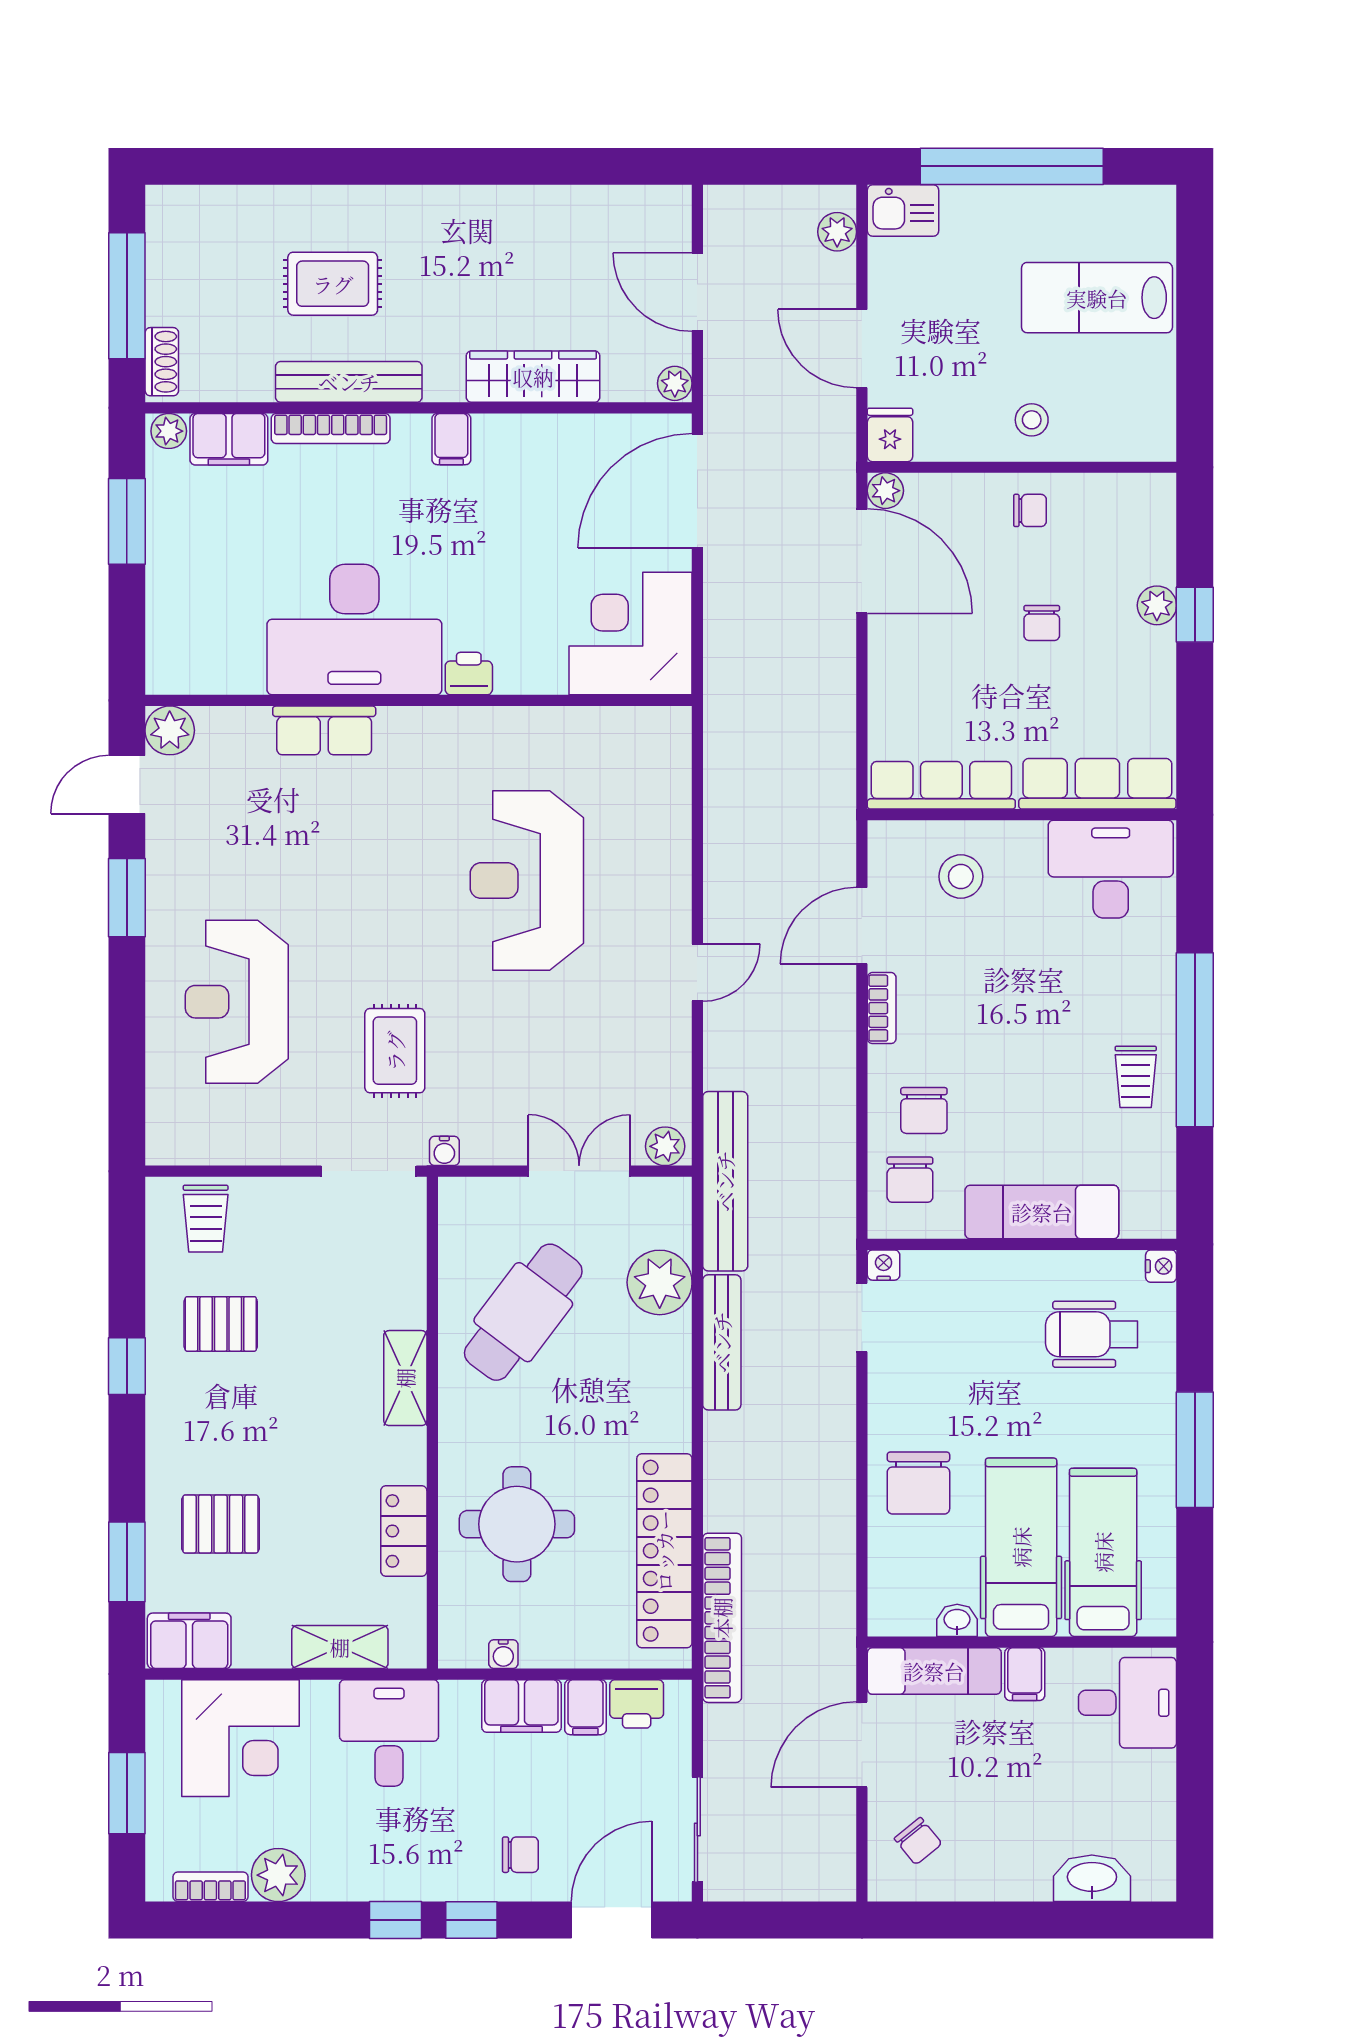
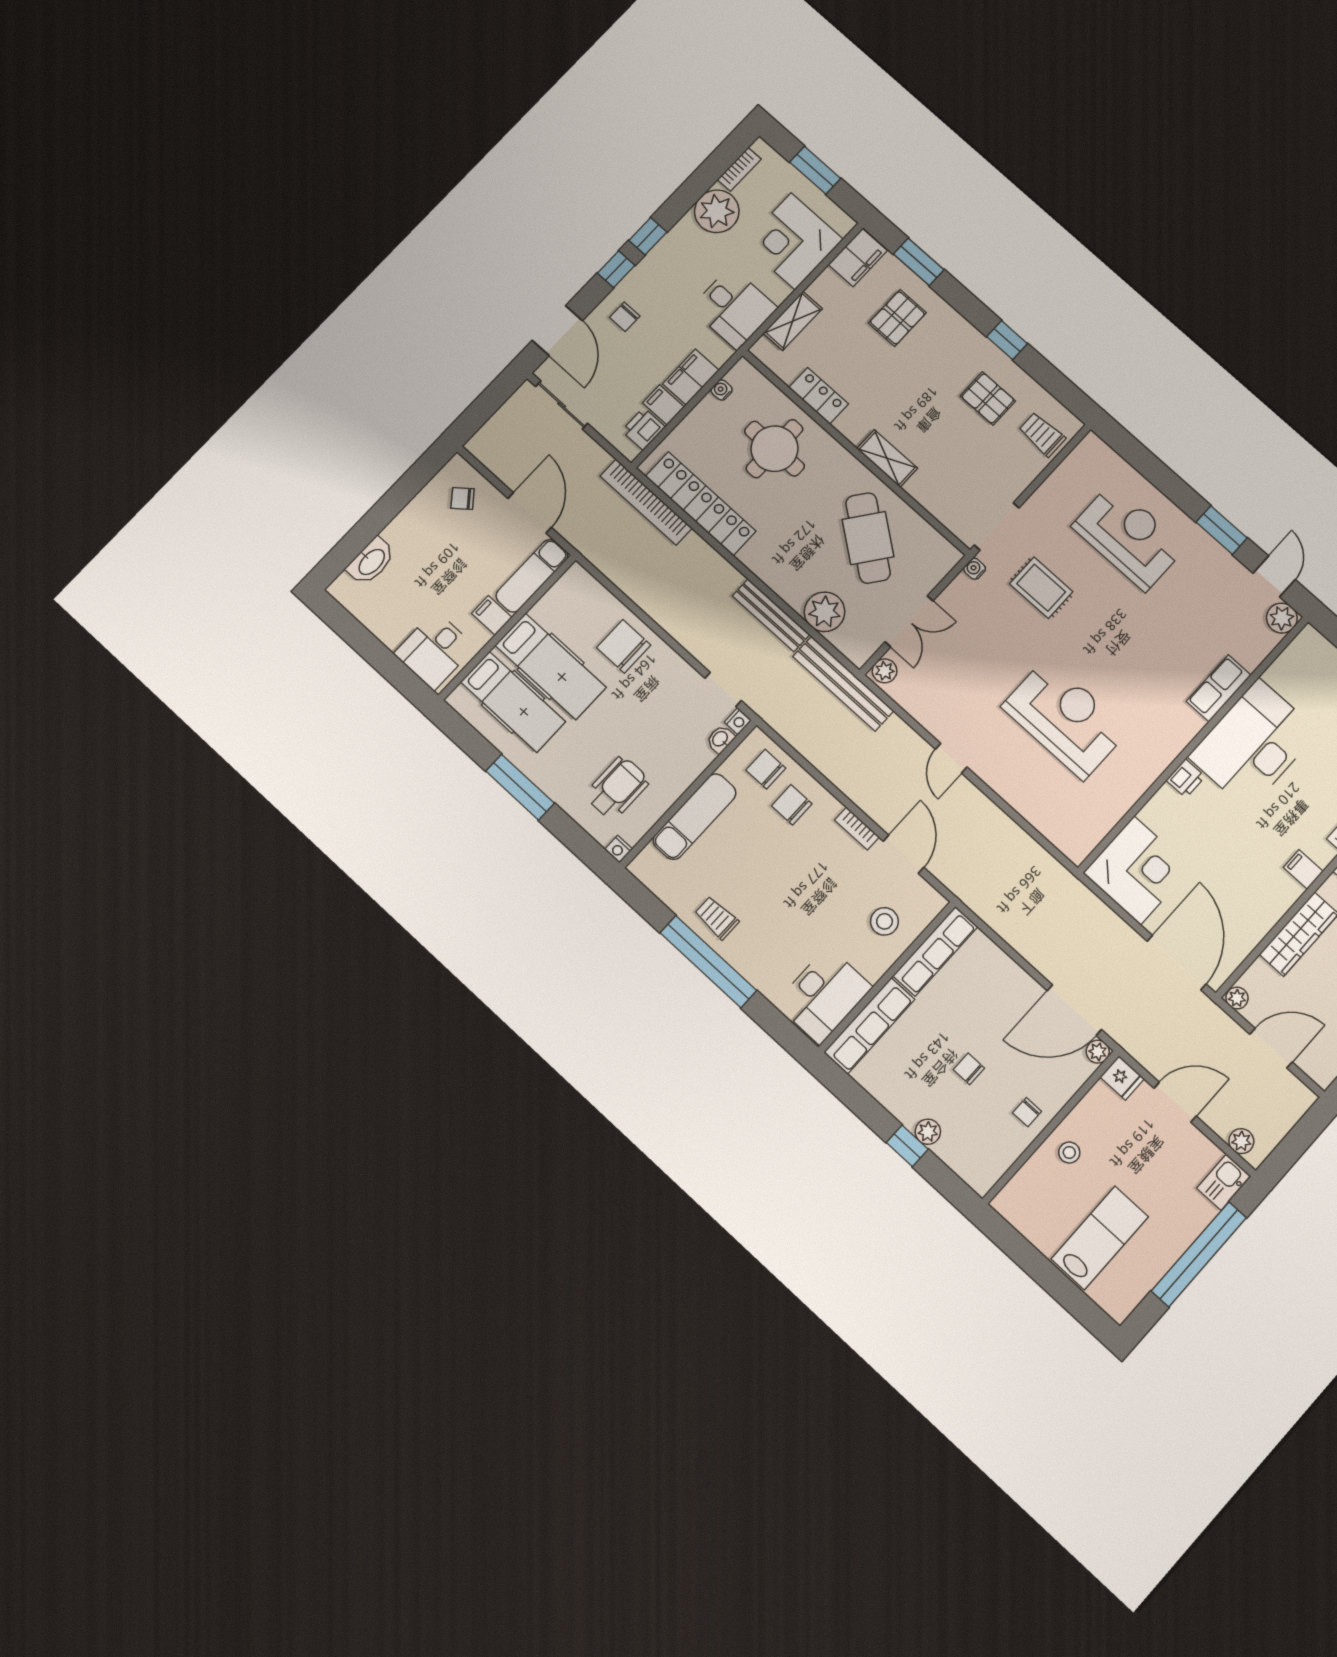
pallet: (221, 1324) -> (988, 398), turned 90
washbasin: (957, 1620) -> (720, 739), moved, turned 180
plant: (278, 1875) -> (717, 211), width x1.36, depth x1.36

